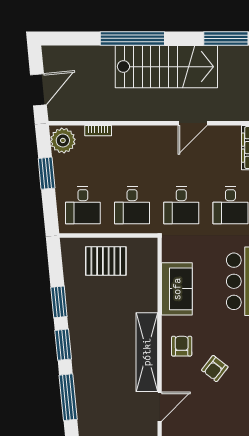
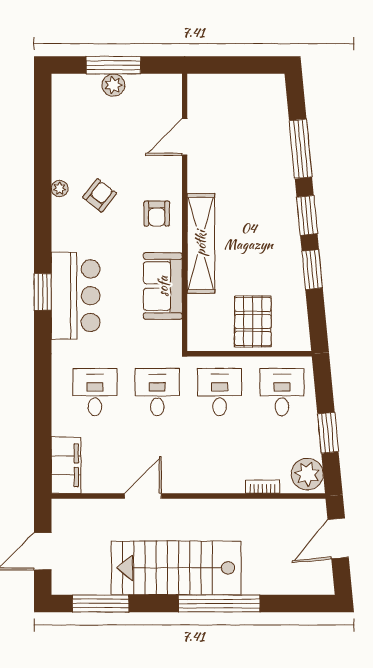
pallet: (106, 261) -> (253, 321), turned 90
shelving: (147, 352) -> (201, 243), moved
armchair: (215, 369) -> (100, 195), moved

